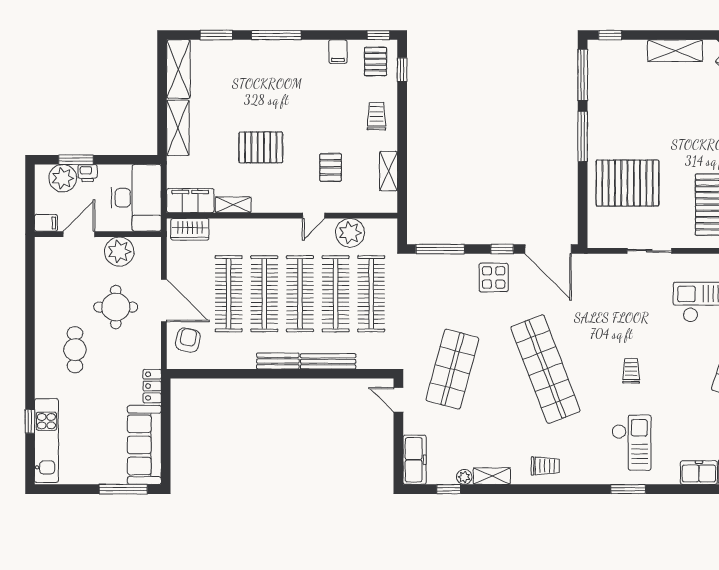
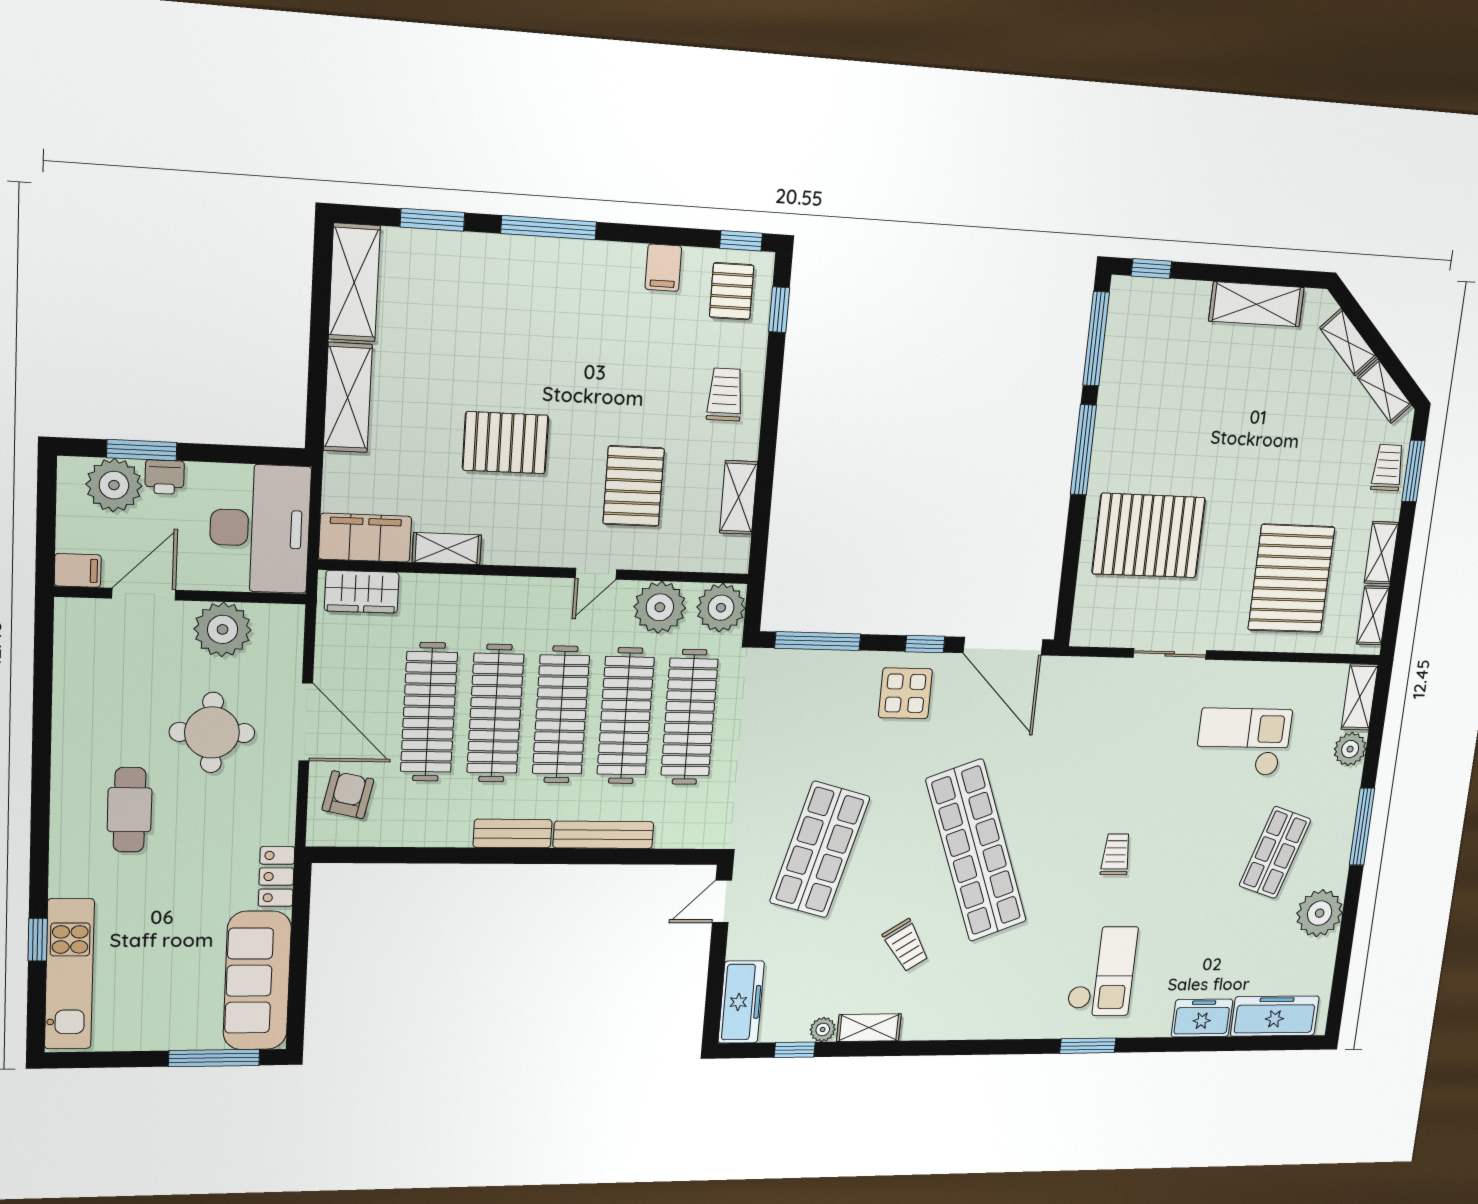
pallet: (331, 167) -> (634, 486), width x1.50, depth x1.42
plant: (384, 232) -> (721, 608), added
door: (398, 400) -> (722, 901), hinge flipped
trolley: (545, 466) -> (906, 945), moved, turned 57

